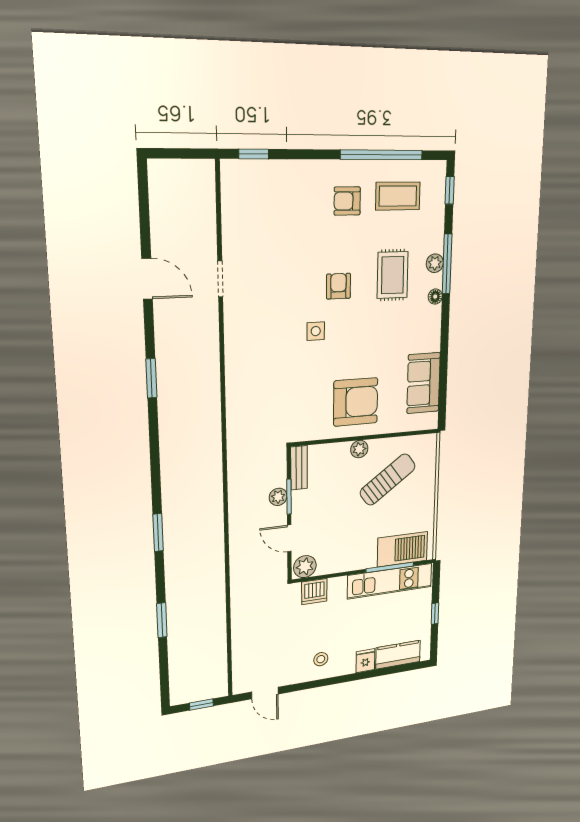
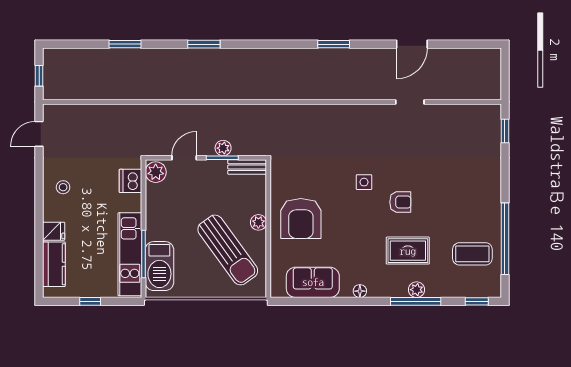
coffee table: (398, 196) -> (472, 254), turned 90
armchair: (347, 201) -> (469, 209), removed
floor lamp: (435, 297) -> (360, 291), moved
sun lounger: (388, 480) -> (228, 250), width x1.36, depth x1.34

